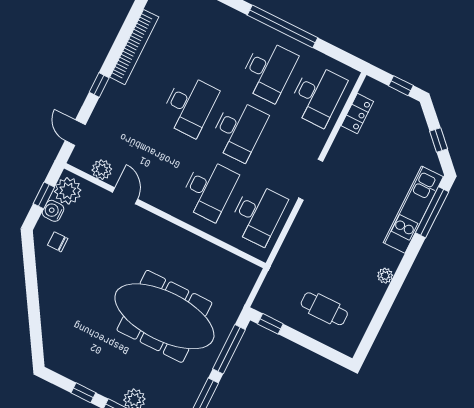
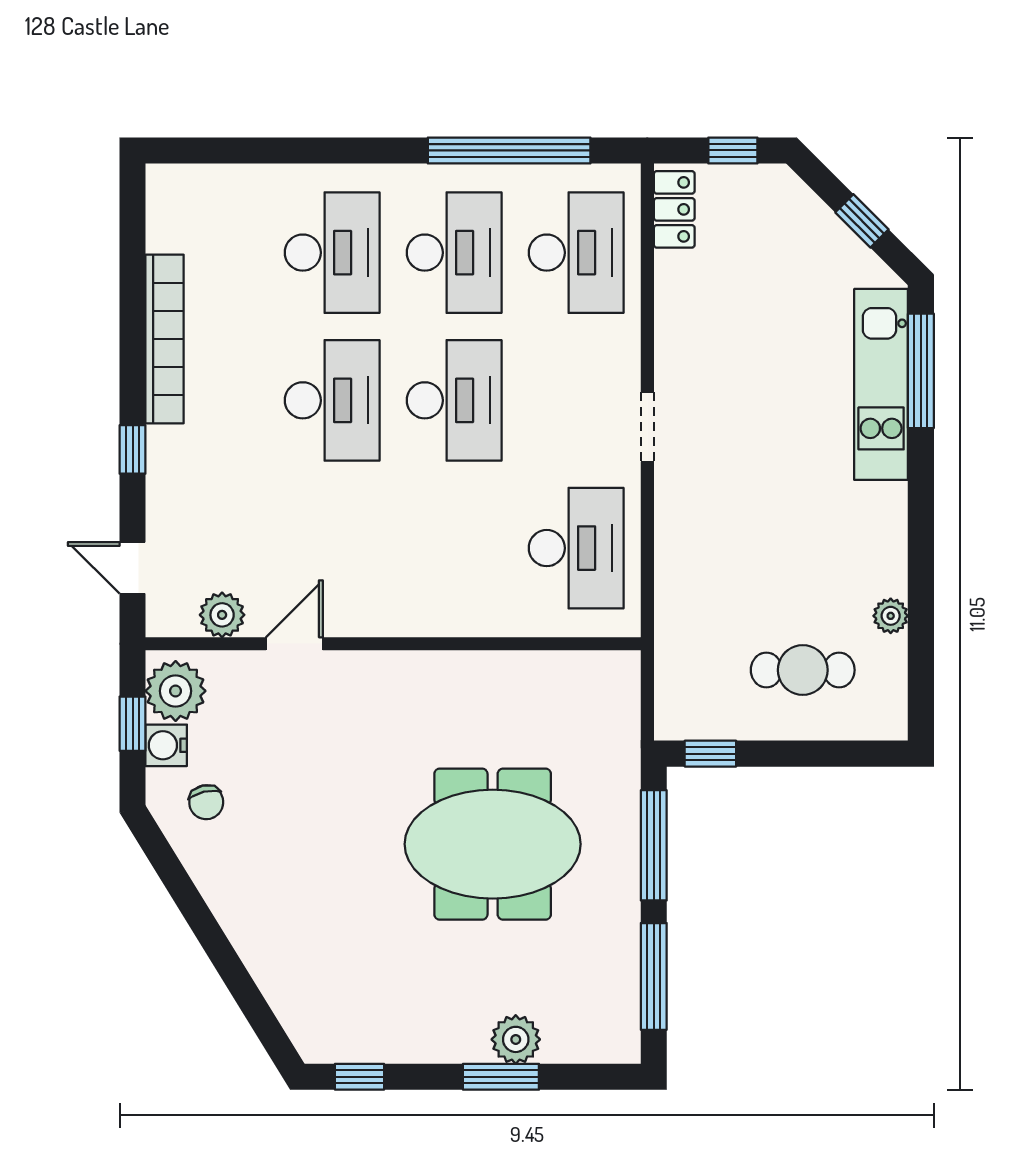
window: (282, 26) -> (509, 150), moved
locker: (357, 114) -> (674, 209), moved
doorway: (311, 180) -> (647, 427), width x0.73
desk: (209, 189) -> (332, 253), moved
door: (125, 196) -> (294, 644), hinge flipped
chair: (58, 242) -> (206, 802), turned -103
plant: (385, 276) -> (891, 616), moved
meeting table: (164, 316) -> (493, 844), width x0.73
window: (83, 393) -> (360, 1077), moved

